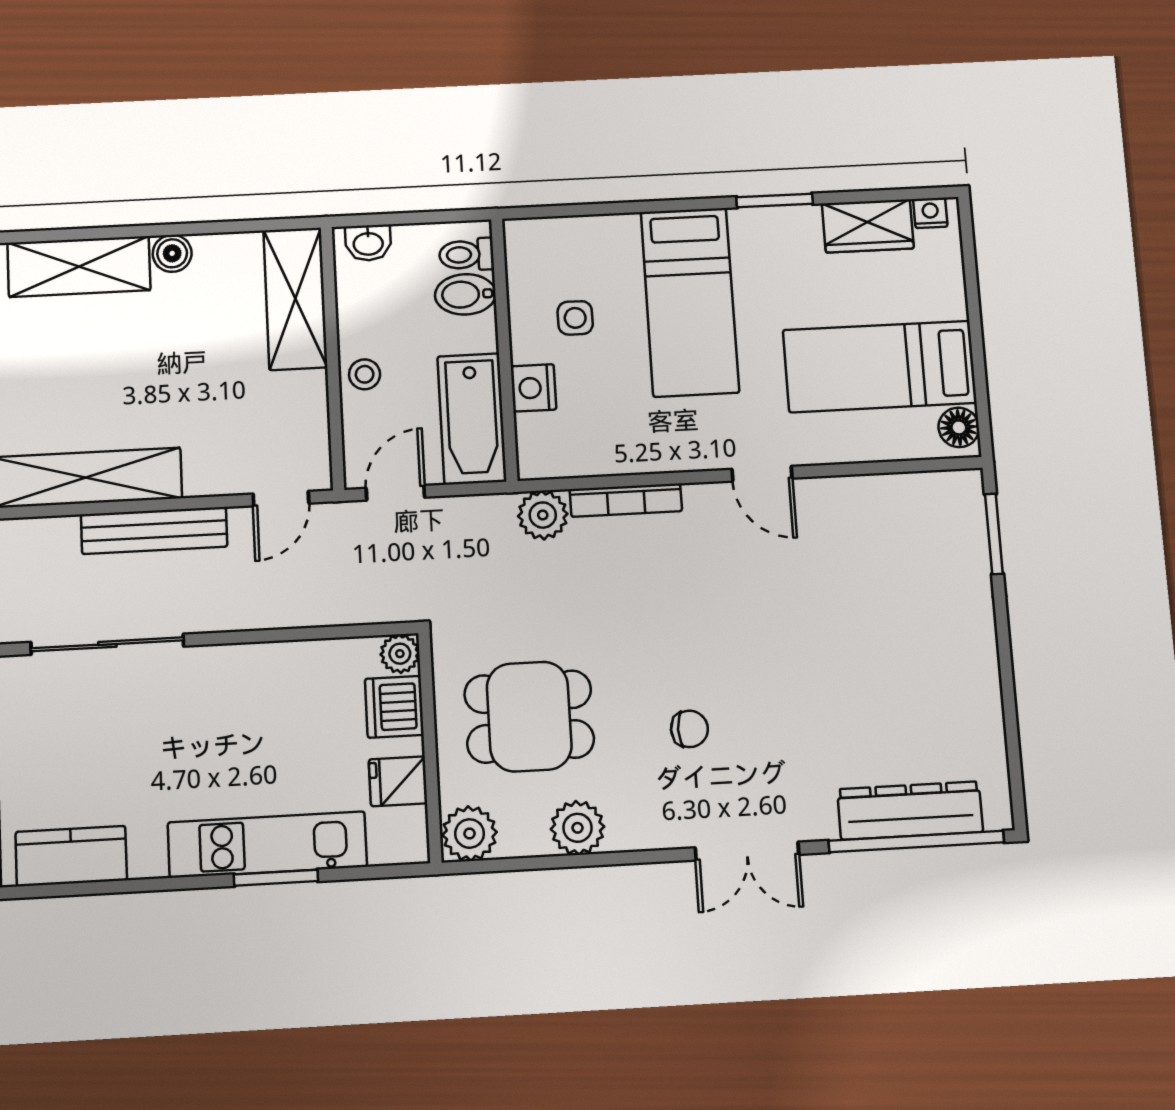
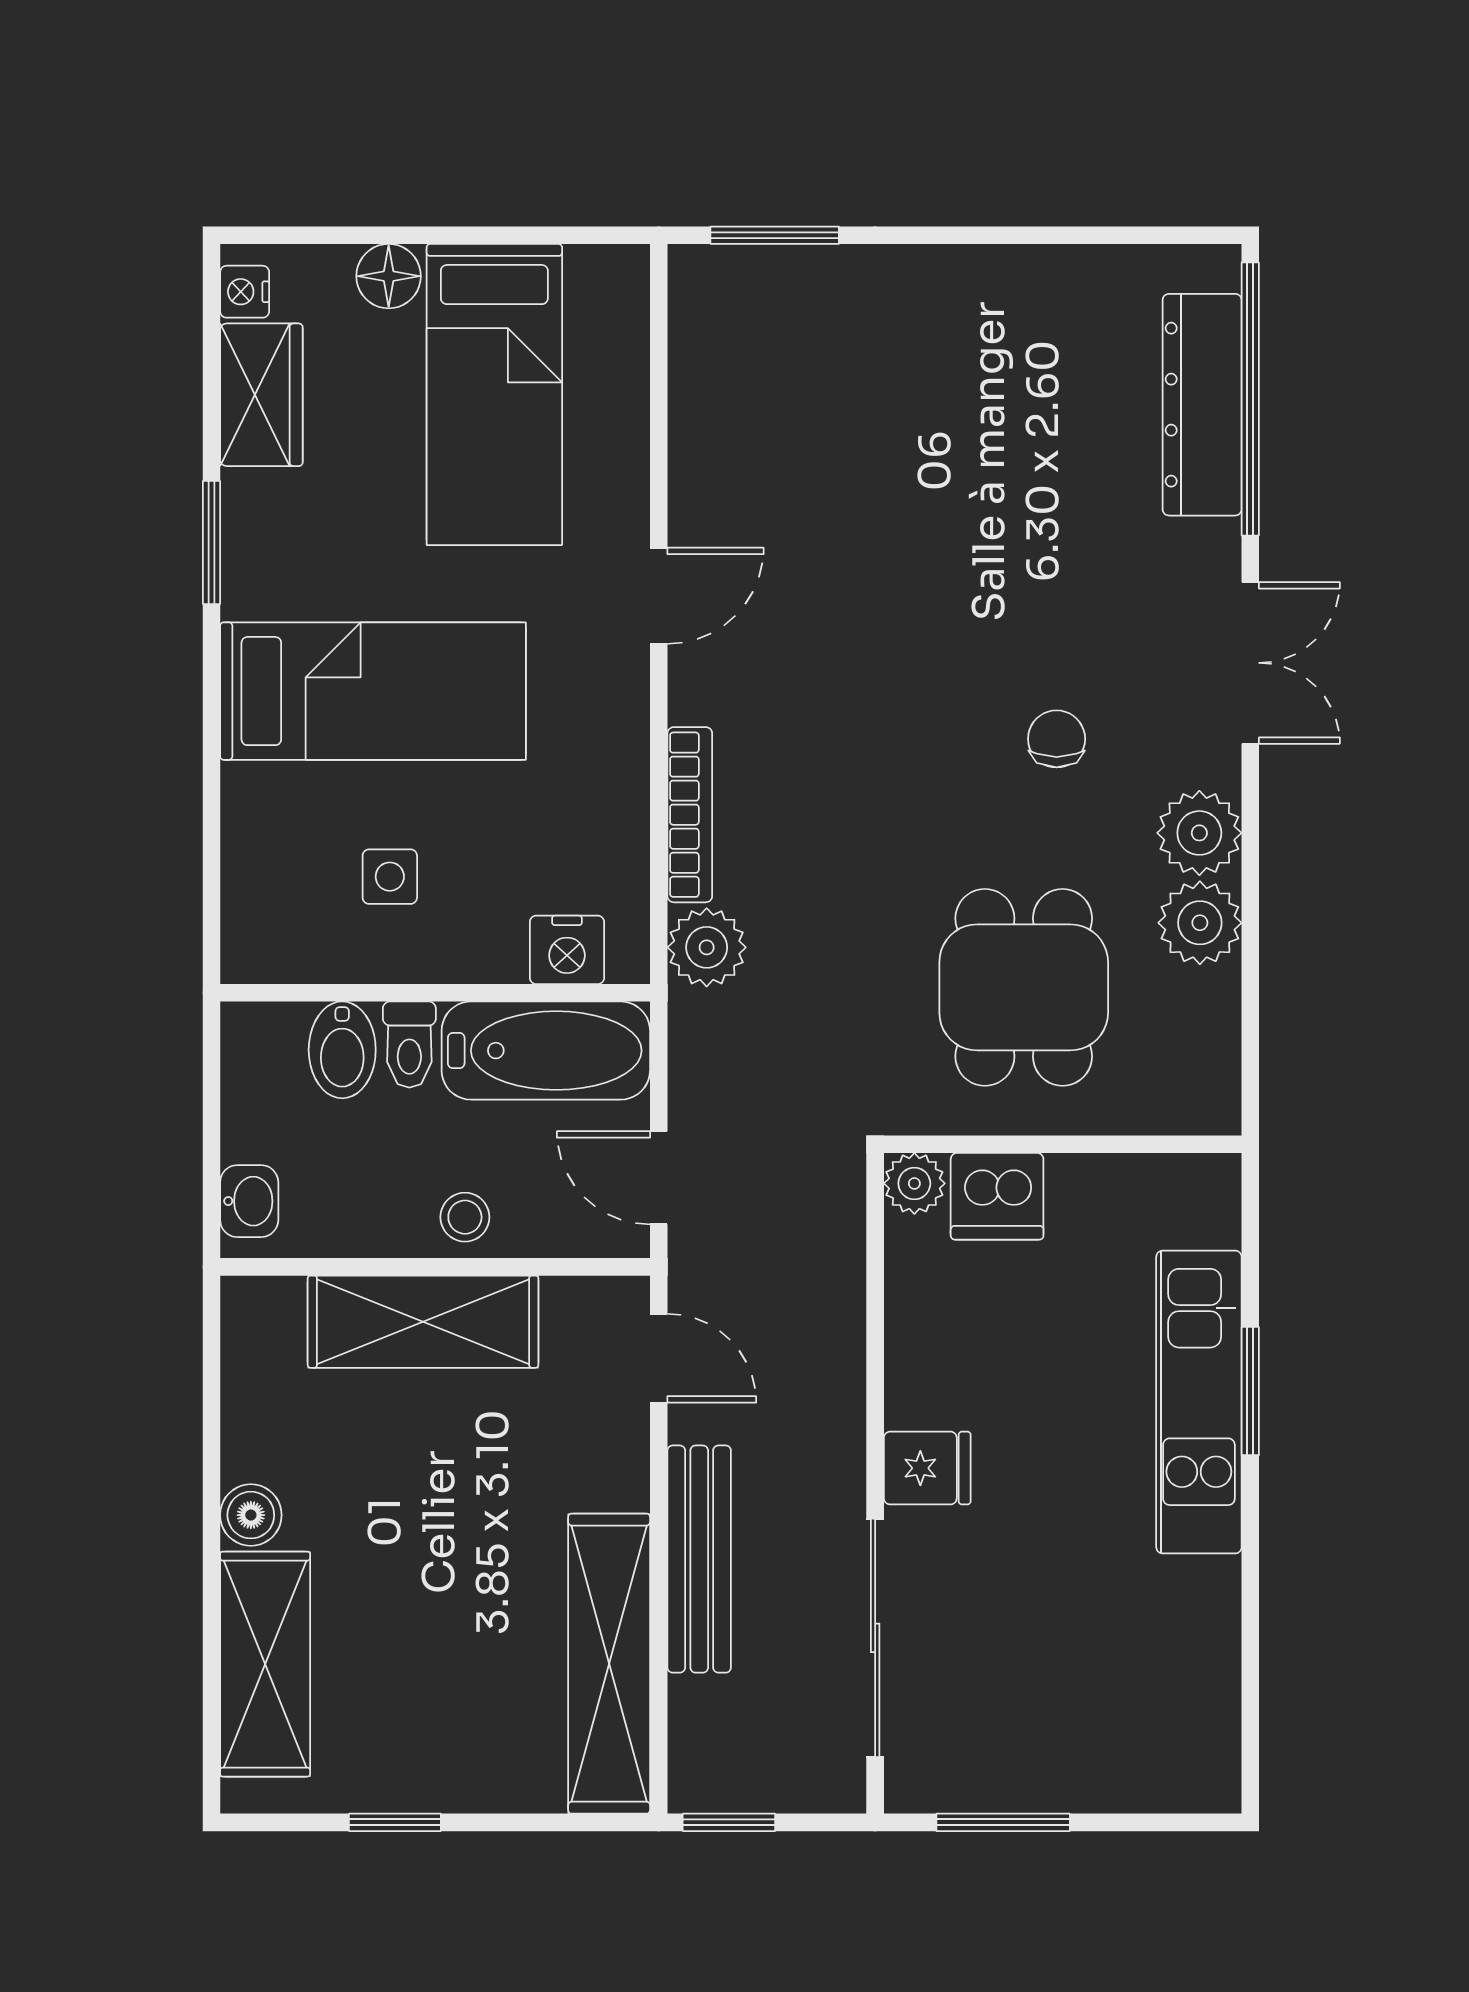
toilet: (466, 255) -> (409, 1045), moved
shelving: (295, 299) -> (423, 1322), moved
nightstand: (534, 388) -> (567, 950), moved
floor lamp: (959, 427) -> (389, 276), moved
fridge: (398, 781) -> (927, 1468), moved, turned -90
plant: (470, 833) -> (1199, 833), moved
kitchen counter: (71, 856) -> (1200, 1703), removed

